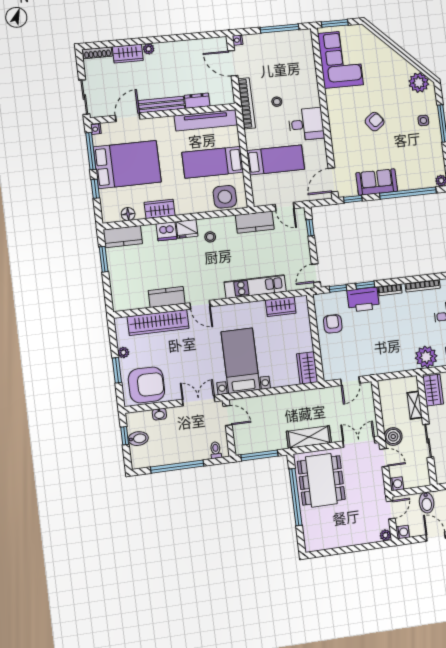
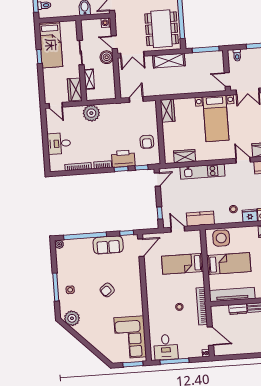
desk: (306, 124) -> (166, 347), moved, turned -90
plant: (426, 357) -> (91, 113), moved

